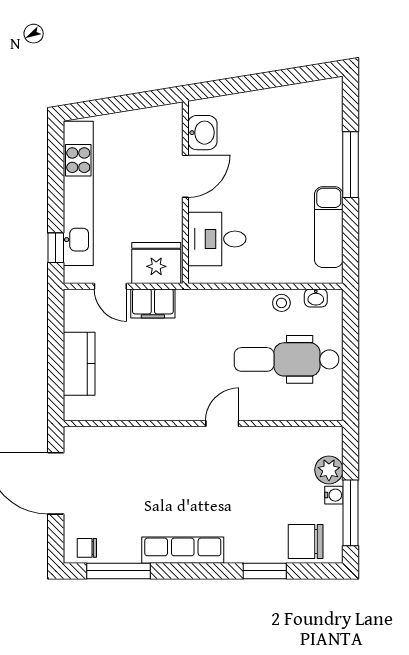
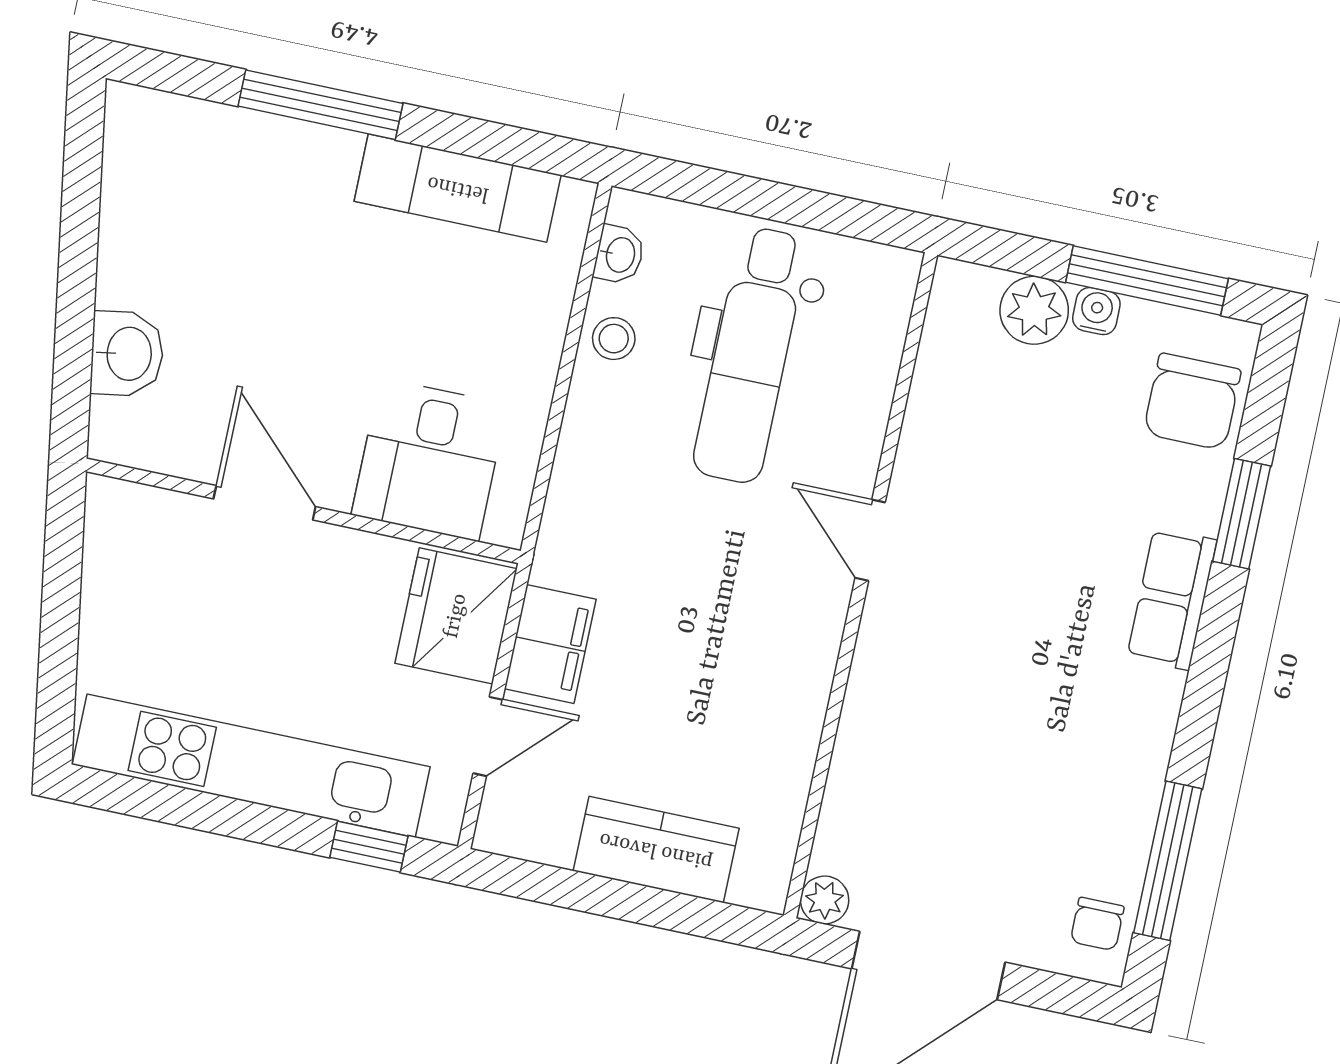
washbasin: (202, 133) -> (127, 354), moved, turned 81
plant: (73, 436) -> (825, 900), added
row of seats: (183, 550) -> (1172, 599), moved, width x0.68

